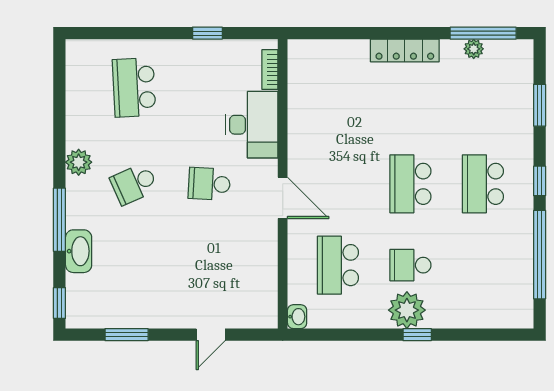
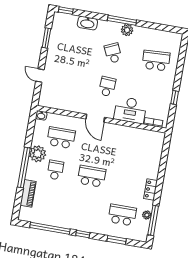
locker: (405, 50) -> (151, 189), width x0.66
school desk: (483, 184) -> (122, 215), moved
door: (283, 198) -> (95, 118), hinge flipped
window: (59, 220) -> (122, 20), moved
plant: (407, 310) -> (38, 154), moved
piano: (472, 316) -> (28, 193), added
window: (417, 335) -> (24, 168), width x3.17

